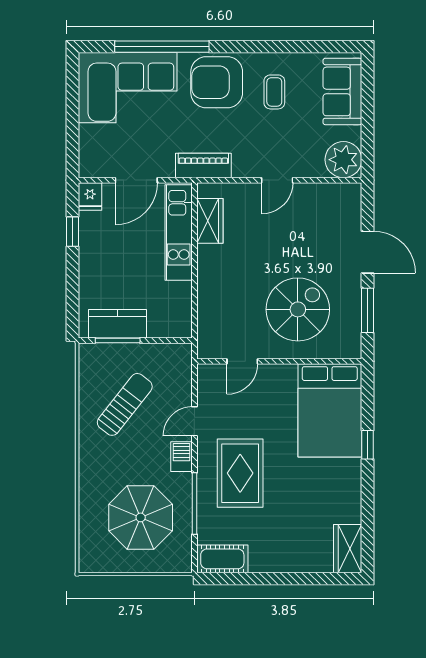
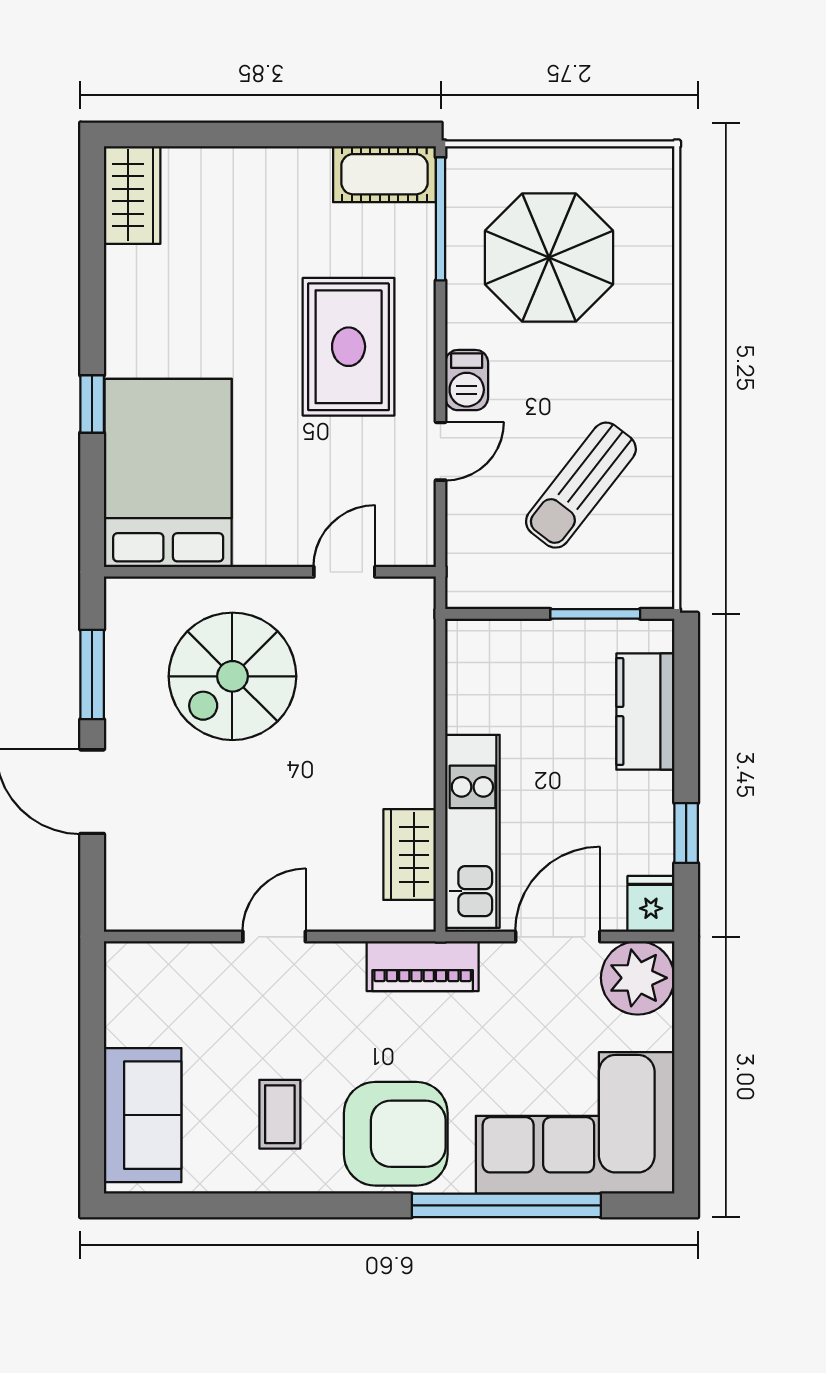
plant: (343, 160) -> (638, 978), moved
kitchen counter: (117, 324) -> (645, 712), moved, turned 90
window: (194, 503) -> (441, 219), moved

